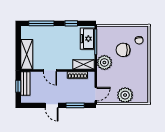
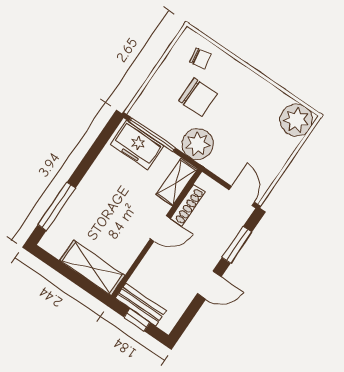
window: (71, 23) -> (92, 155), removed
chair: (123, 50) -> (198, 97), turned -90
door: (50, 70) -> (160, 229), moved
plant: (125, 95) -> (296, 120), moved

